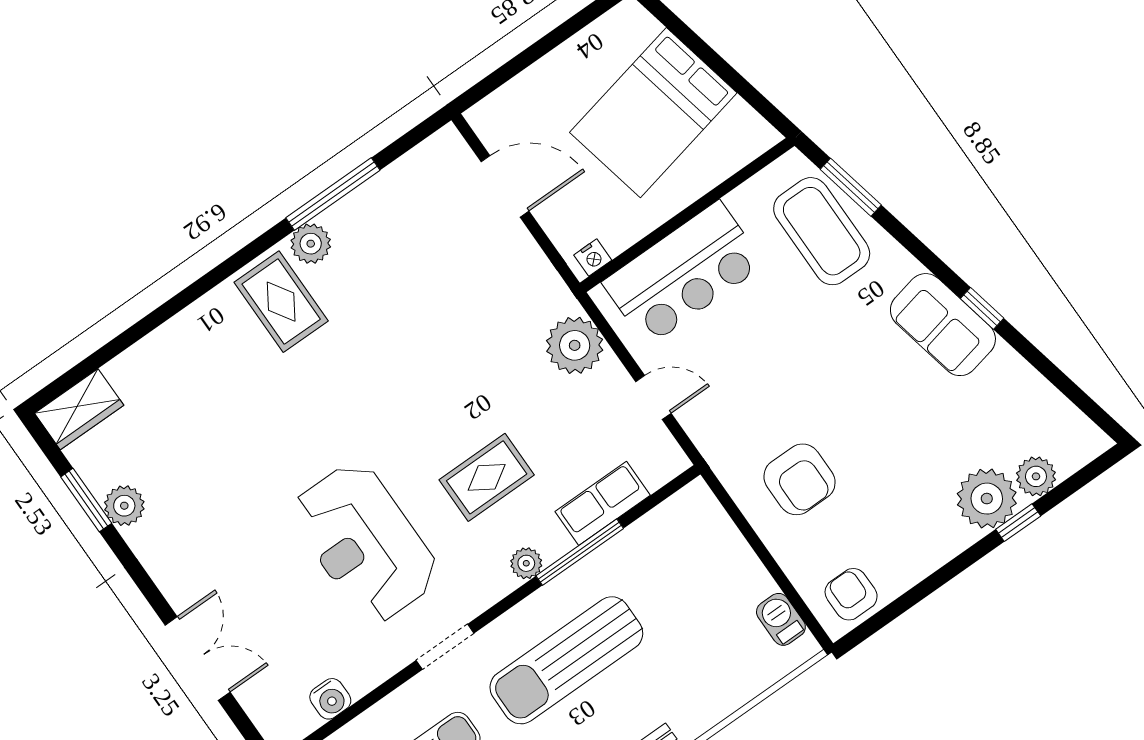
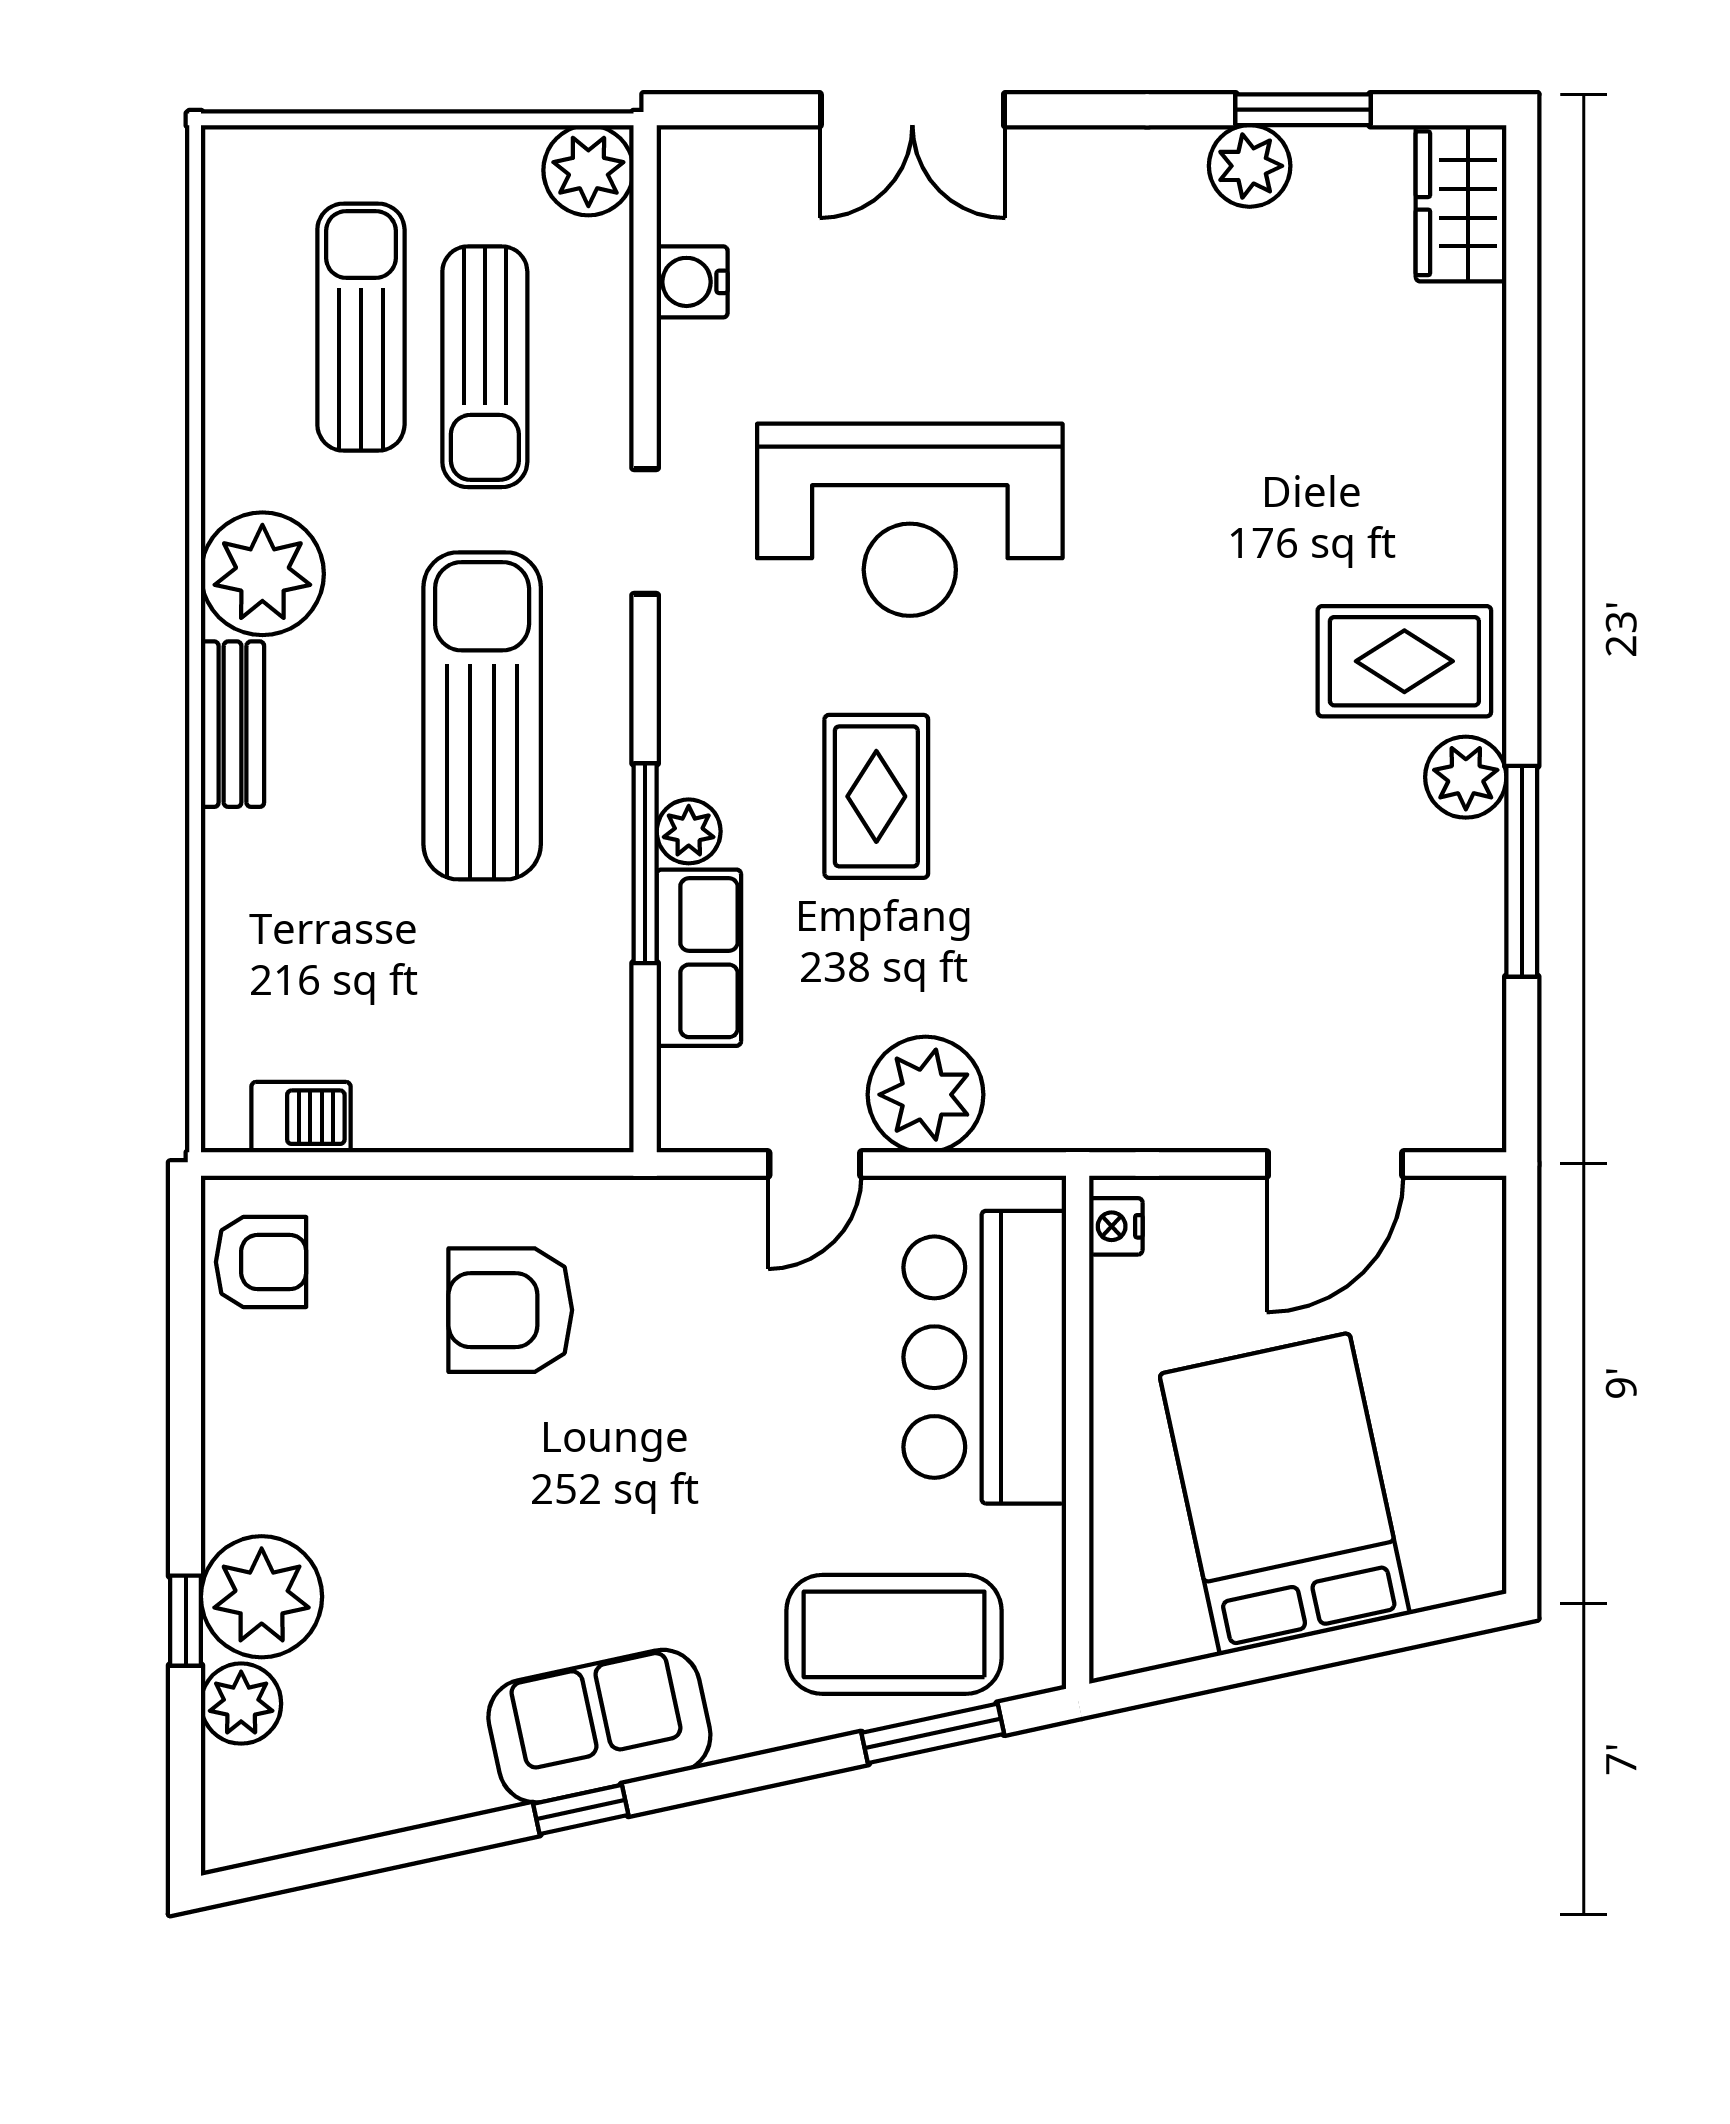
plant: (575, 345) -> (926, 1095), moved
reception desk: (365, 543) -> (910, 520), turned 180
plant: (526, 563) -> (689, 831), moved

